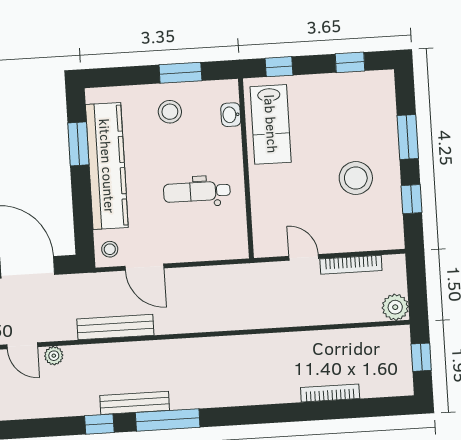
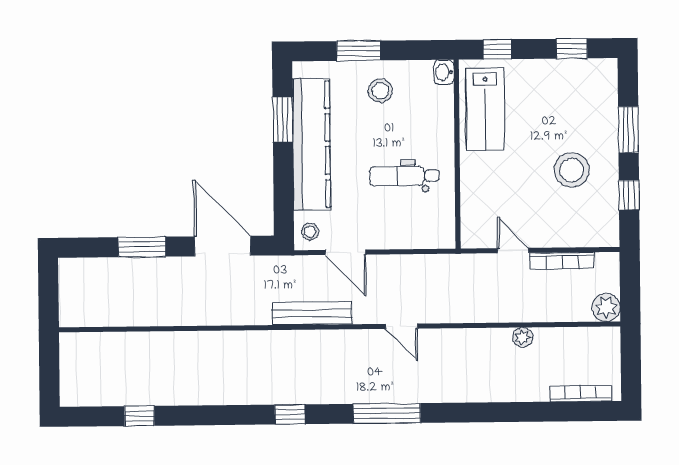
window: (180, 73) -> (359, 51), moved
washbasin: (231, 115) -> (444, 72), moved
door: (22, 346) -> (402, 326), moved
plant: (54, 356) -> (523, 337), moved
window: (421, 357) -> (631, 361), removed
bookcase: (330, 393) -> (580, 394), moved
bench: (135, 403) -> (328, 394), removed
window: (168, 420) -> (387, 413), moved

